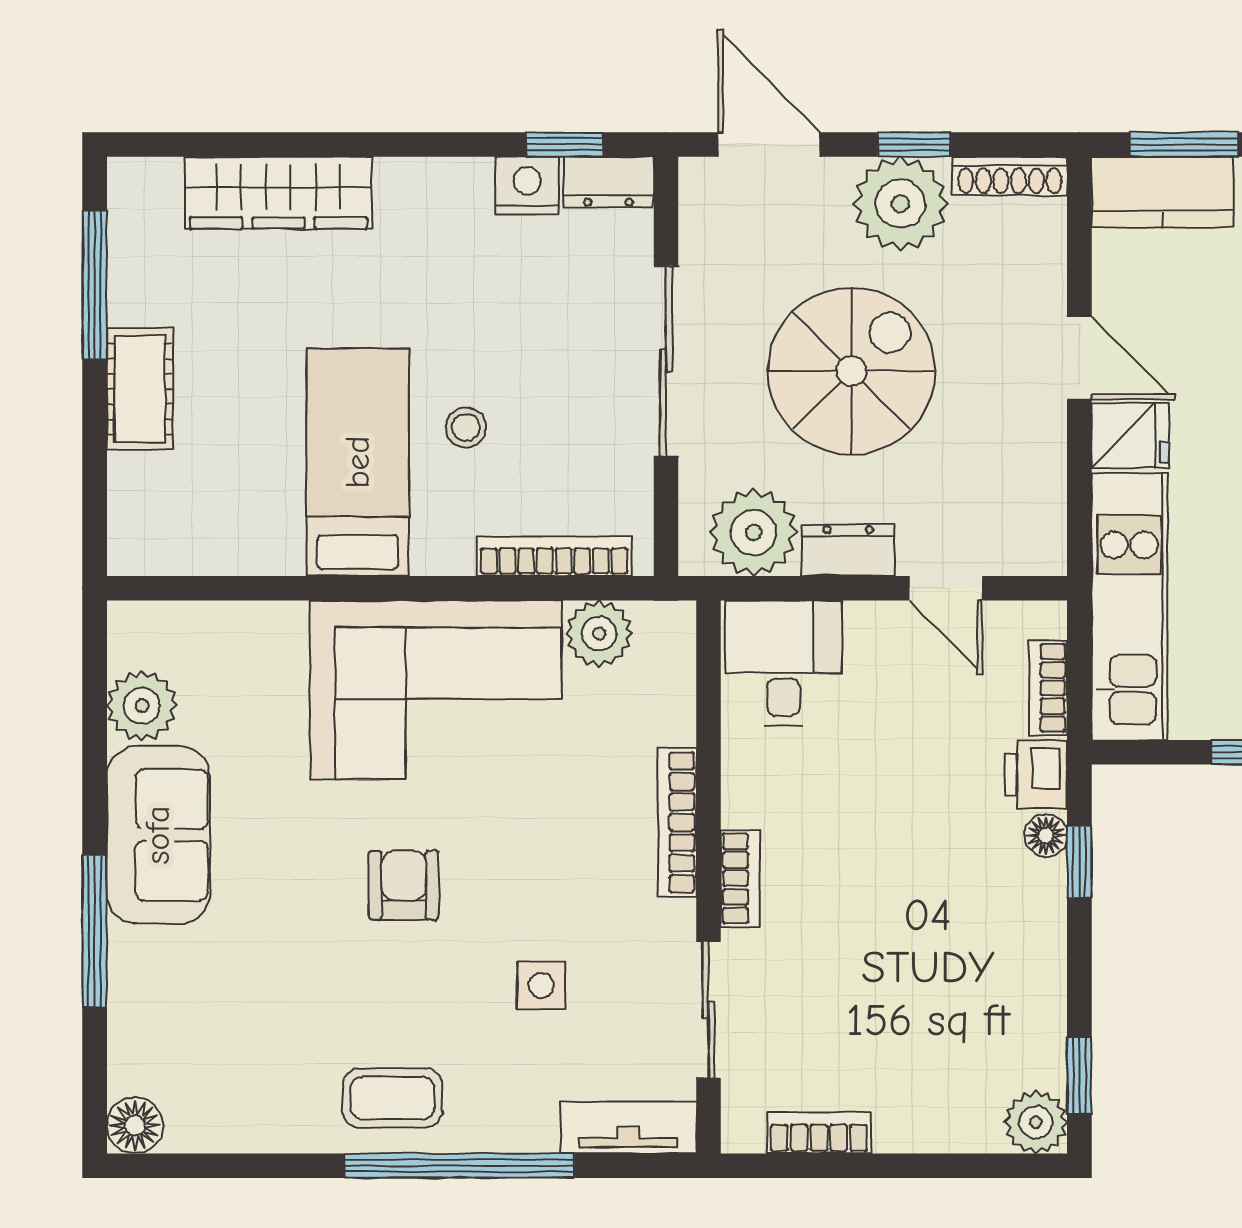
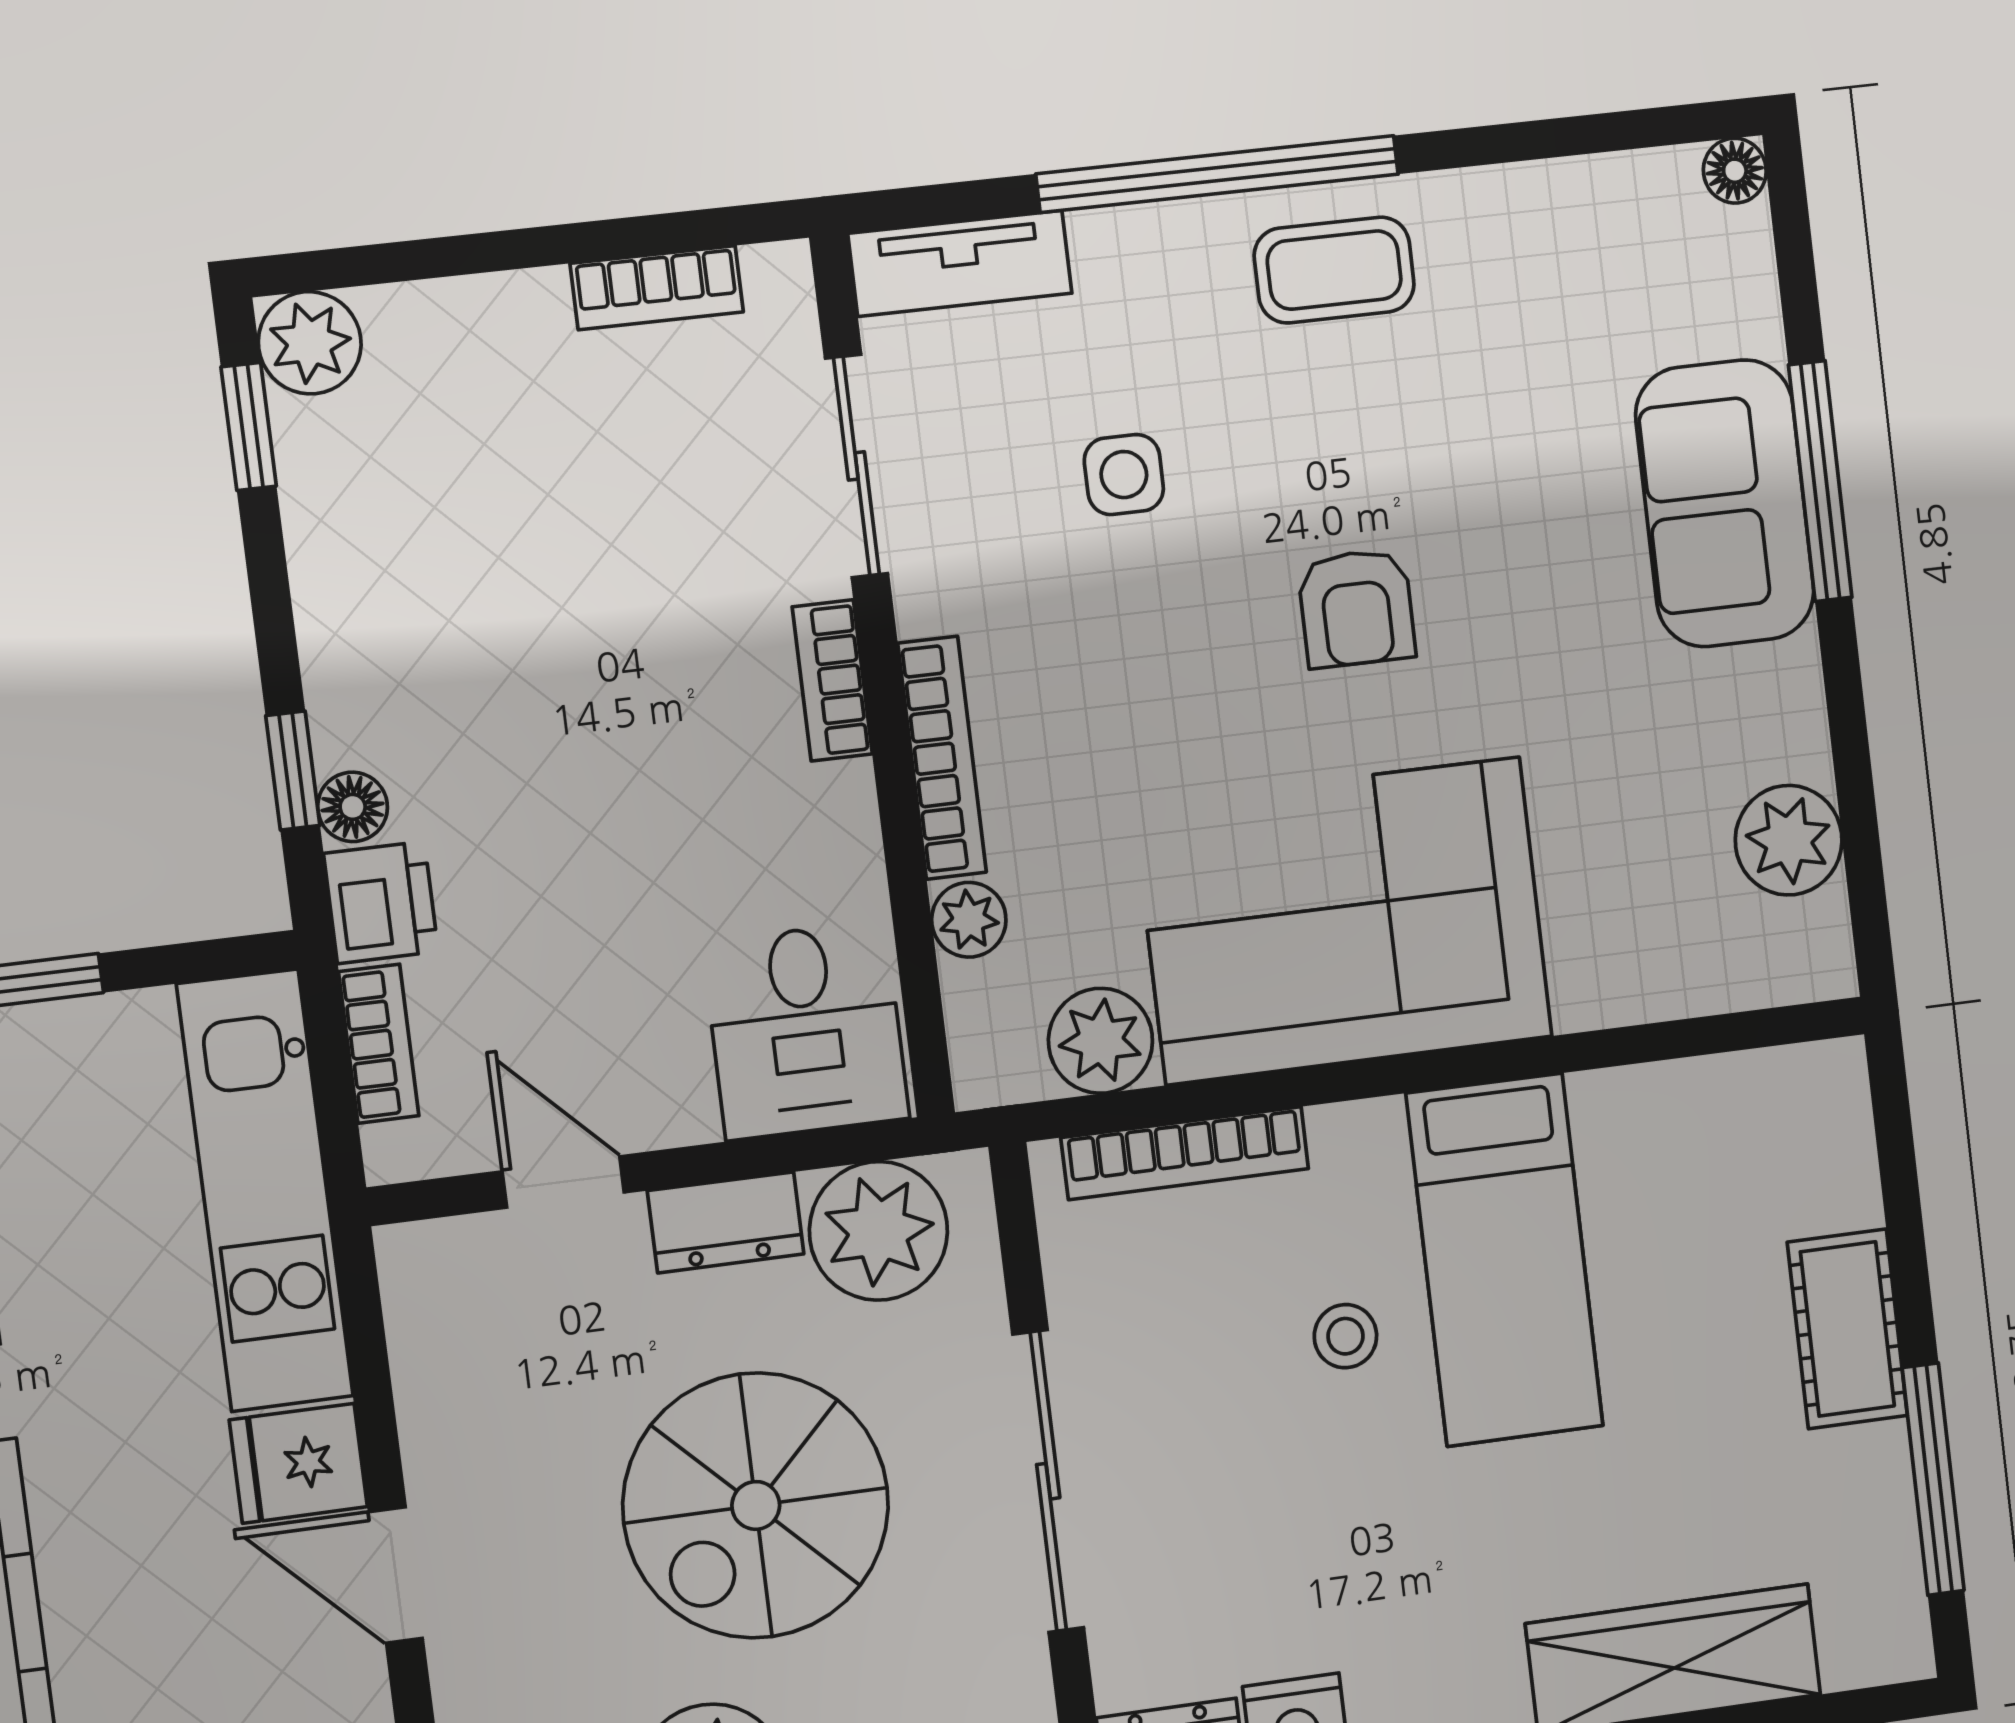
plant: (673, 719) -> (969, 920), added
sofa: (158, 835) -> (1725, 503), moved
floor lamp: (135, 1125) -> (1735, 171), width x0.73, depth x0.73

